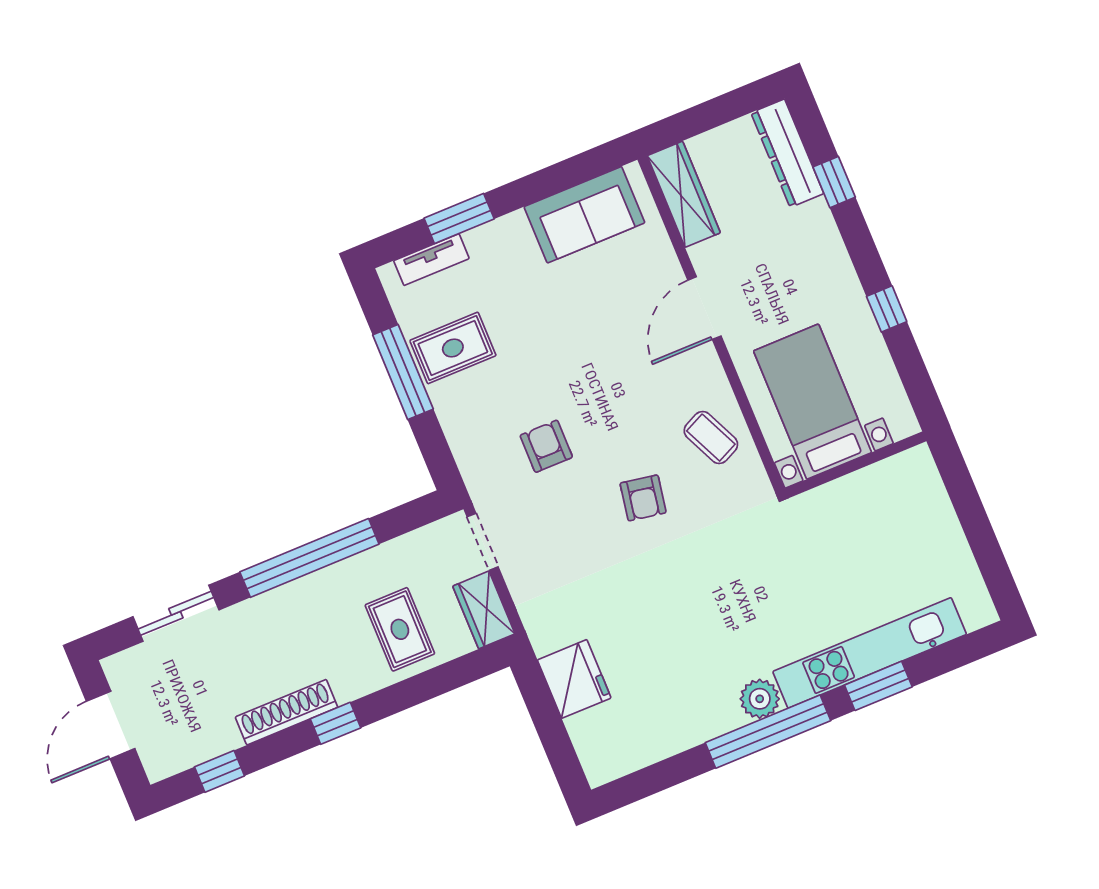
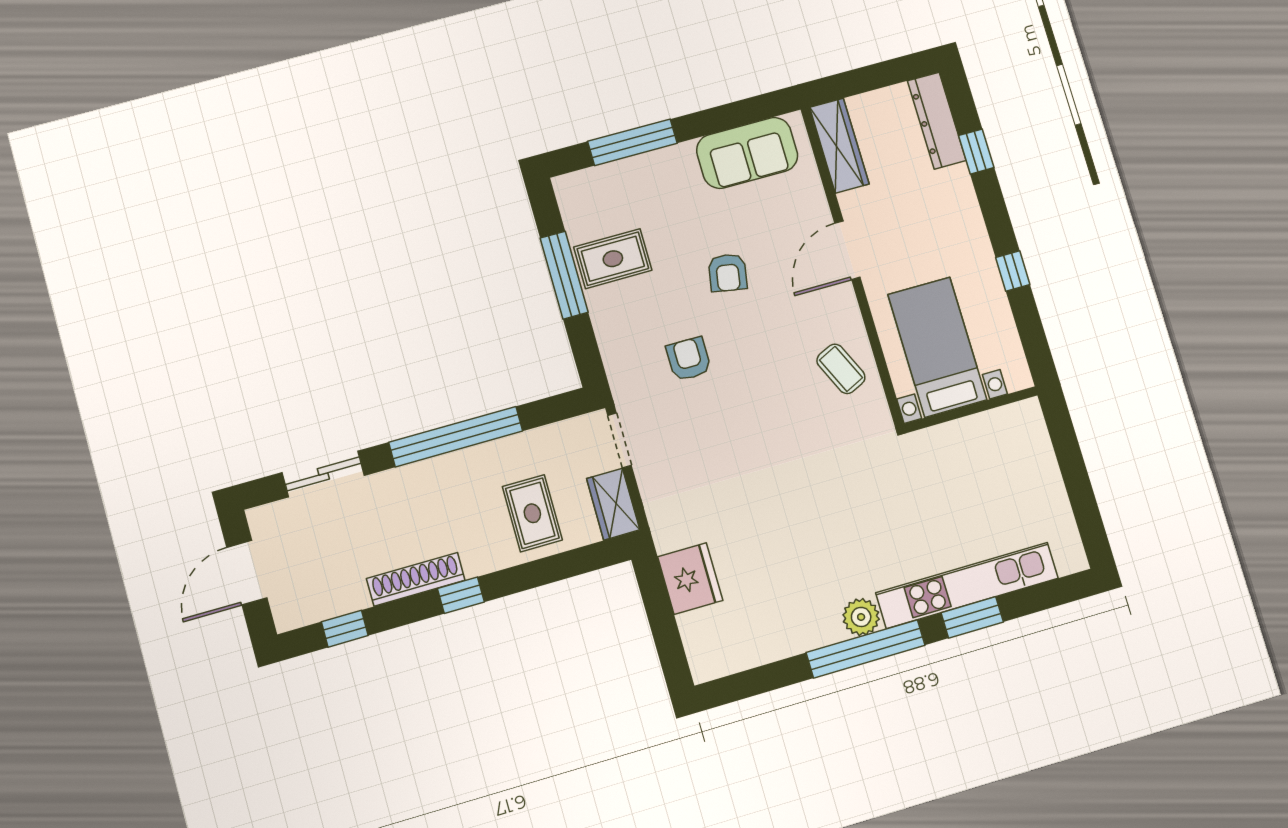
window: (459, 219) -> (632, 142), width x1.44
tv unit: (431, 260) -> (603, 176), removed
armchair: (643, 498) -> (728, 273), moved

